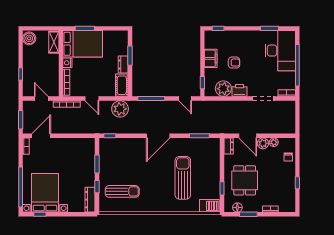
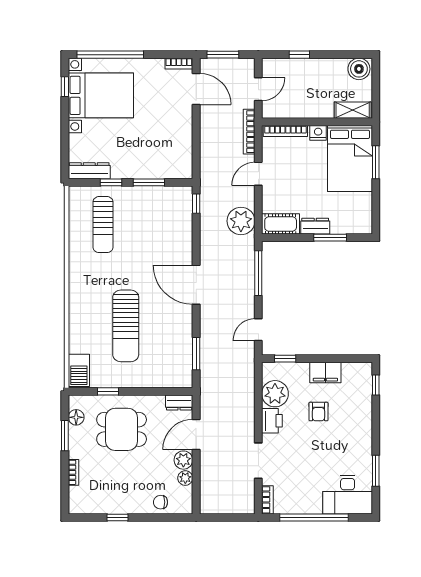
desk: (280, 51) -> (348, 495), width x0.73, depth x0.77
sun lounger: (183, 178) -> (126, 326), turned 90

